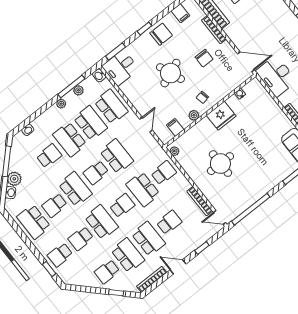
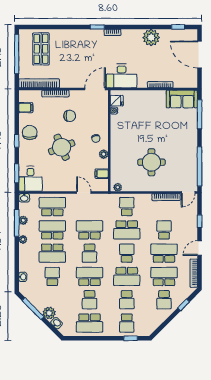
fridge: (221, 116) -> (117, 101), moved, width x0.53, depth x0.75
school desk: (101, 222) -> (127, 276), turned 180

